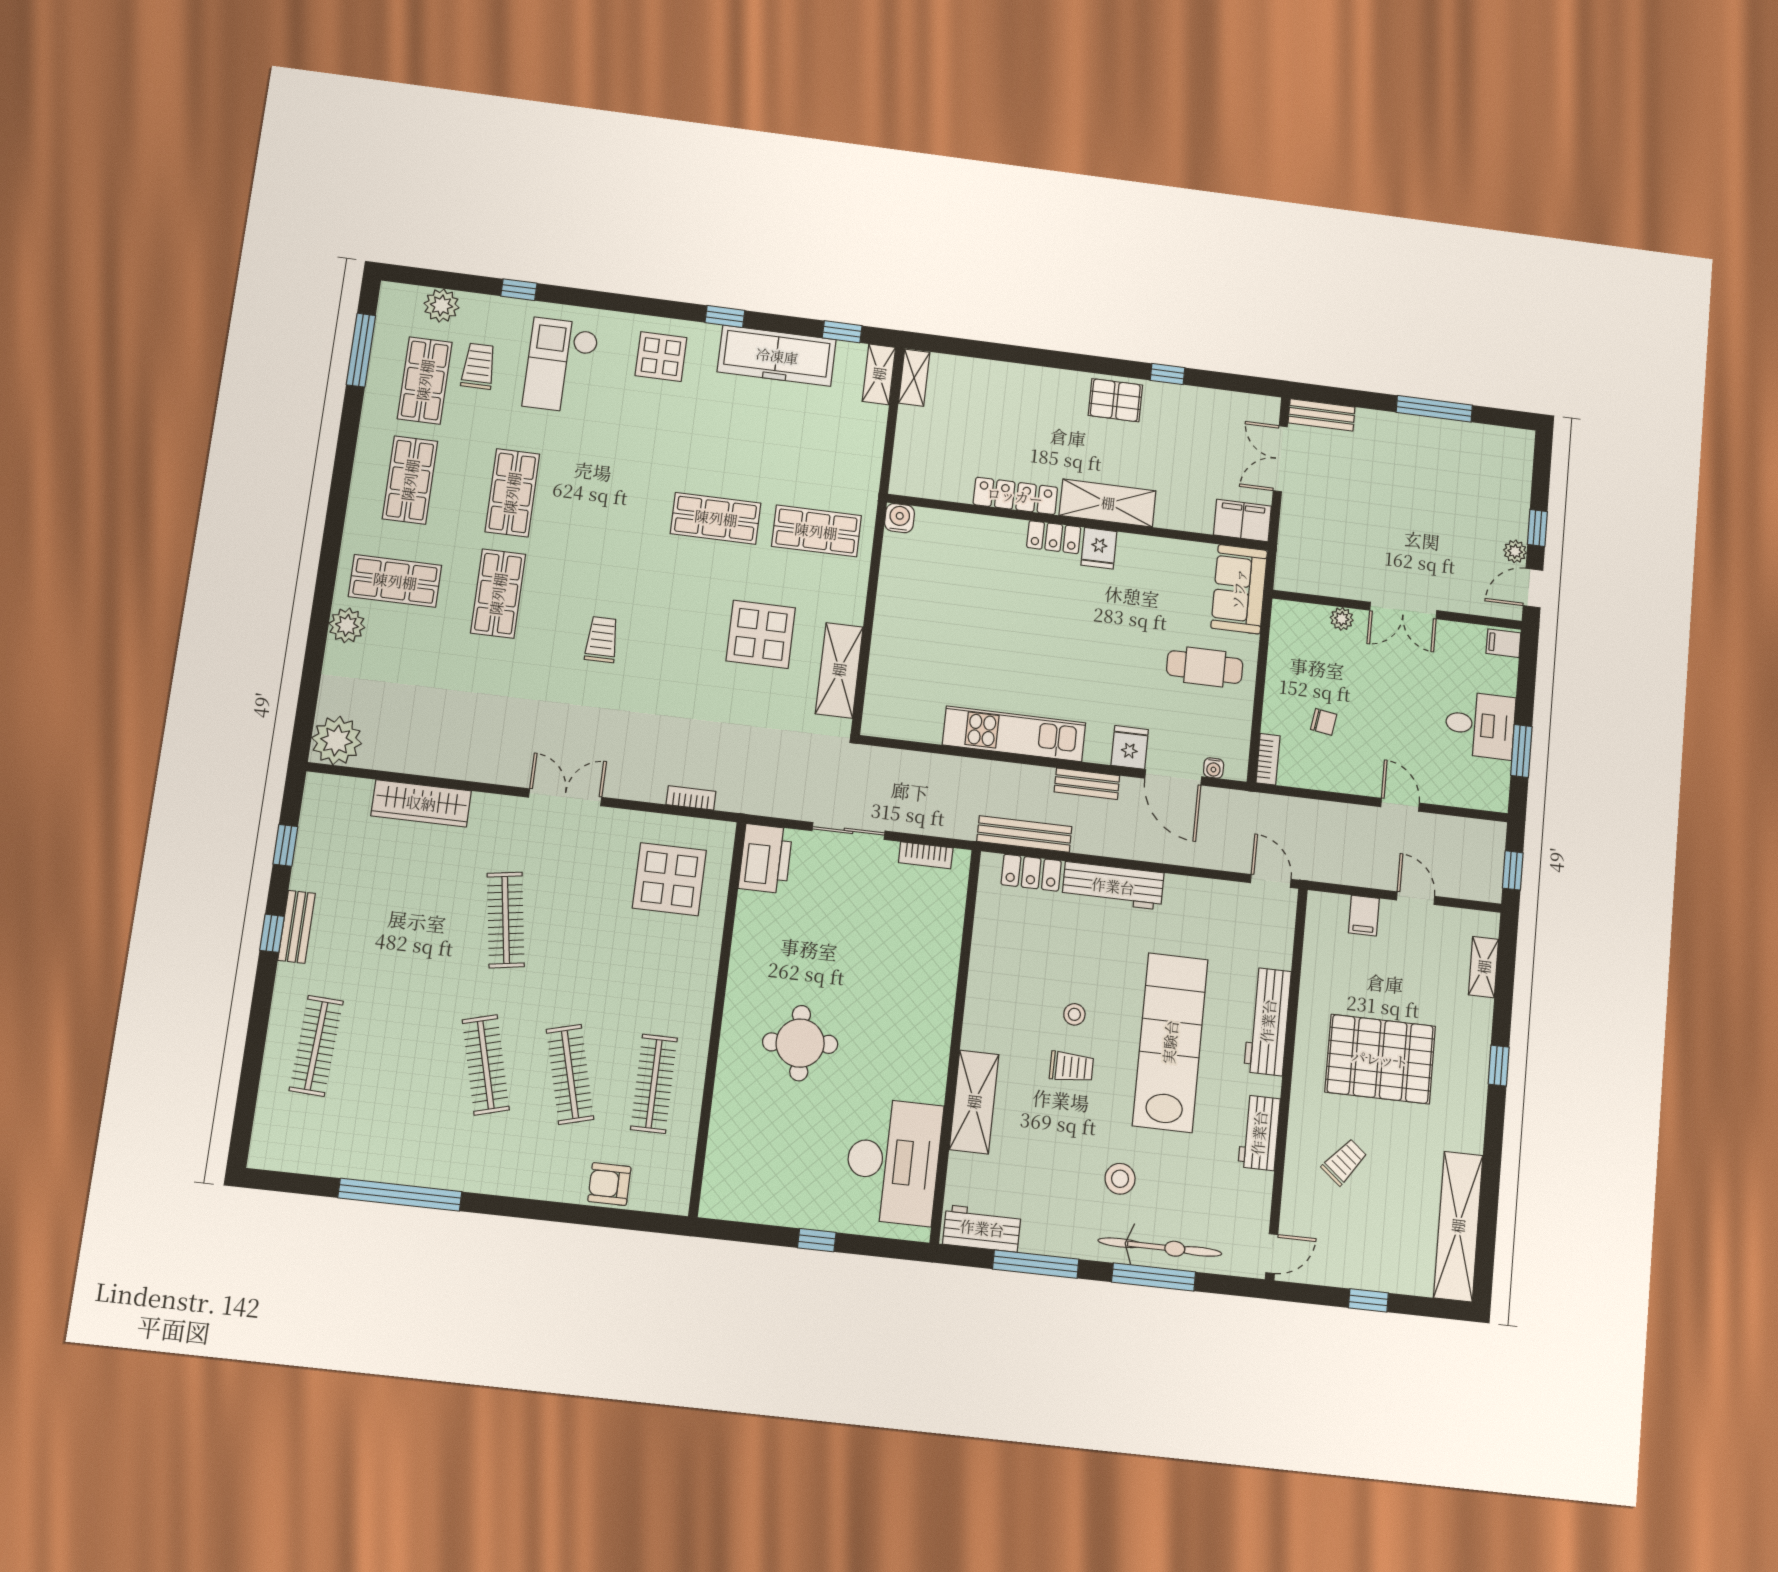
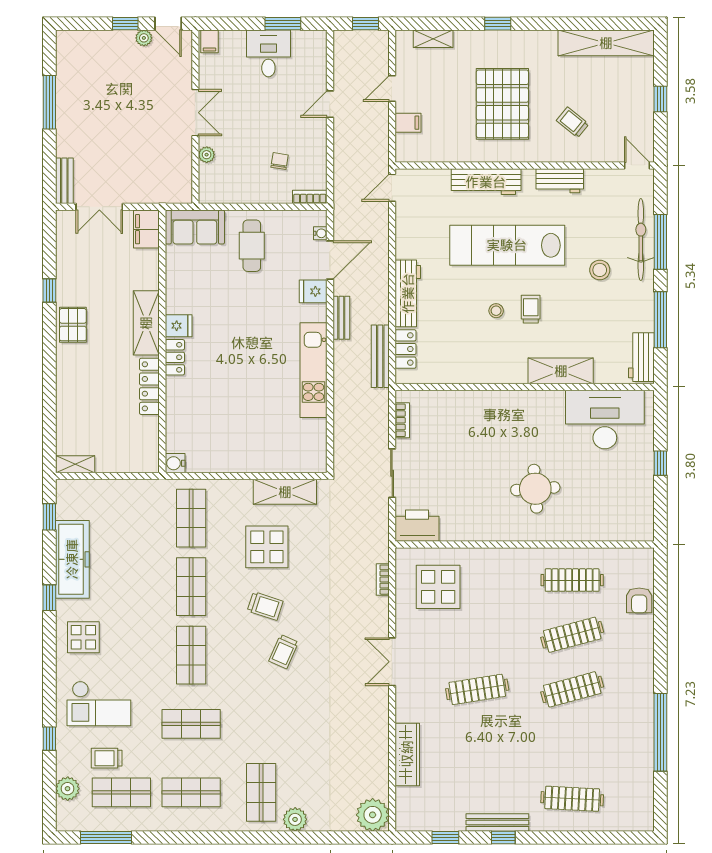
shelving: (879, 374) -> (76, 488), removed
shop shelf: (498, 594) -> (191, 655), moved, turned 90
trolley: (673, 621) -> (265, 606), added
trolley: (602, 640) -> (284, 652), turned -66
bench: (297, 927) -> (497, 823), width x1.36

